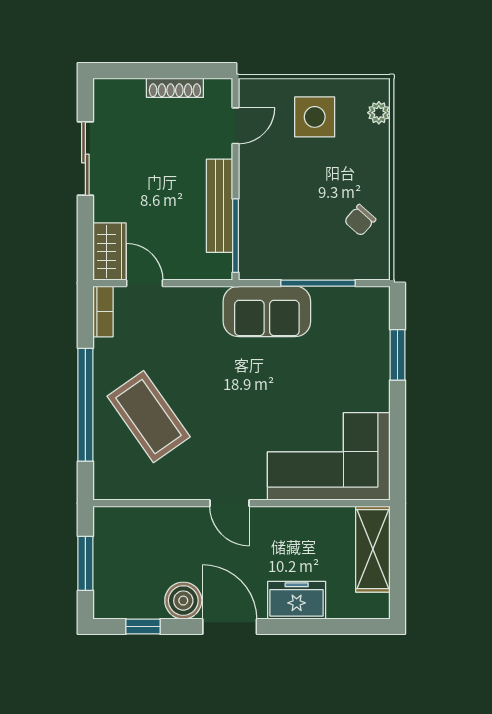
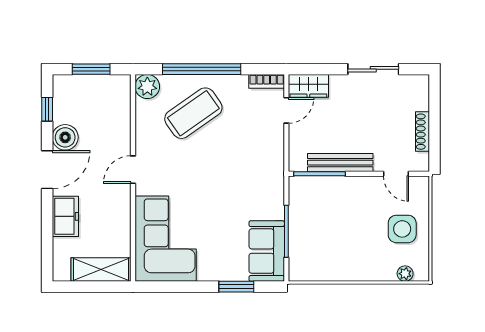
chair: (360, 220) -> (330, 261), removed
sofa: (267, 311) -> (267, 251), moved
plant: (110, 483) -> (147, 87), added

